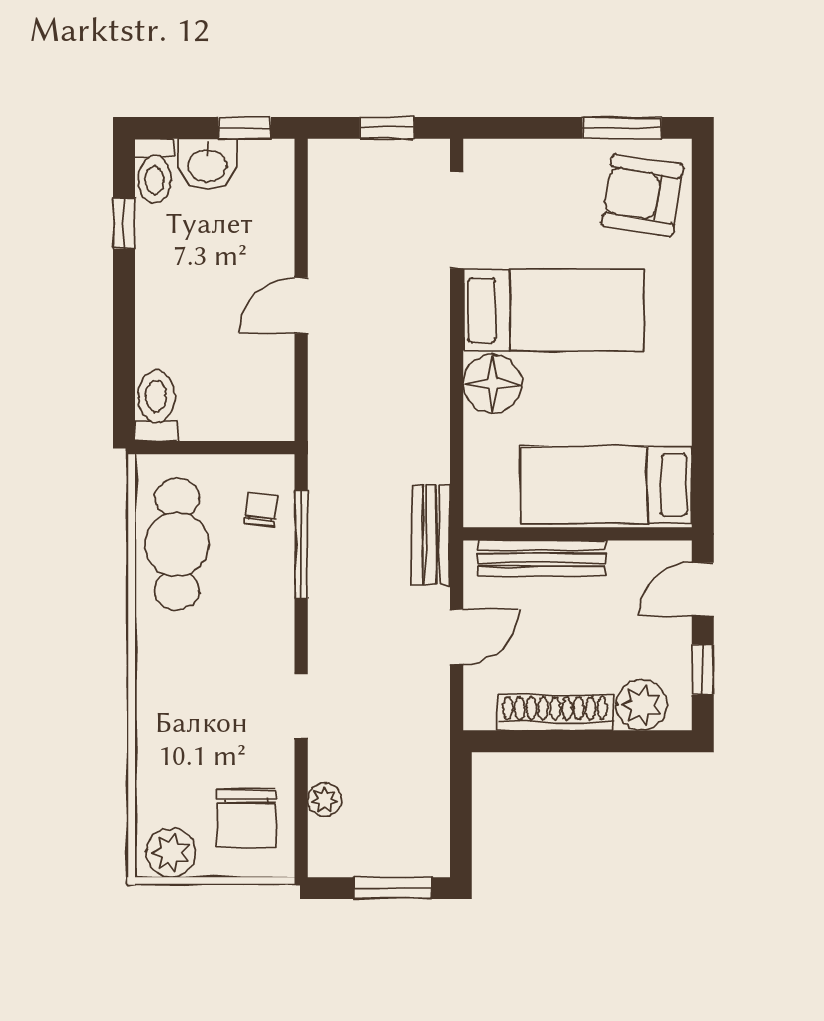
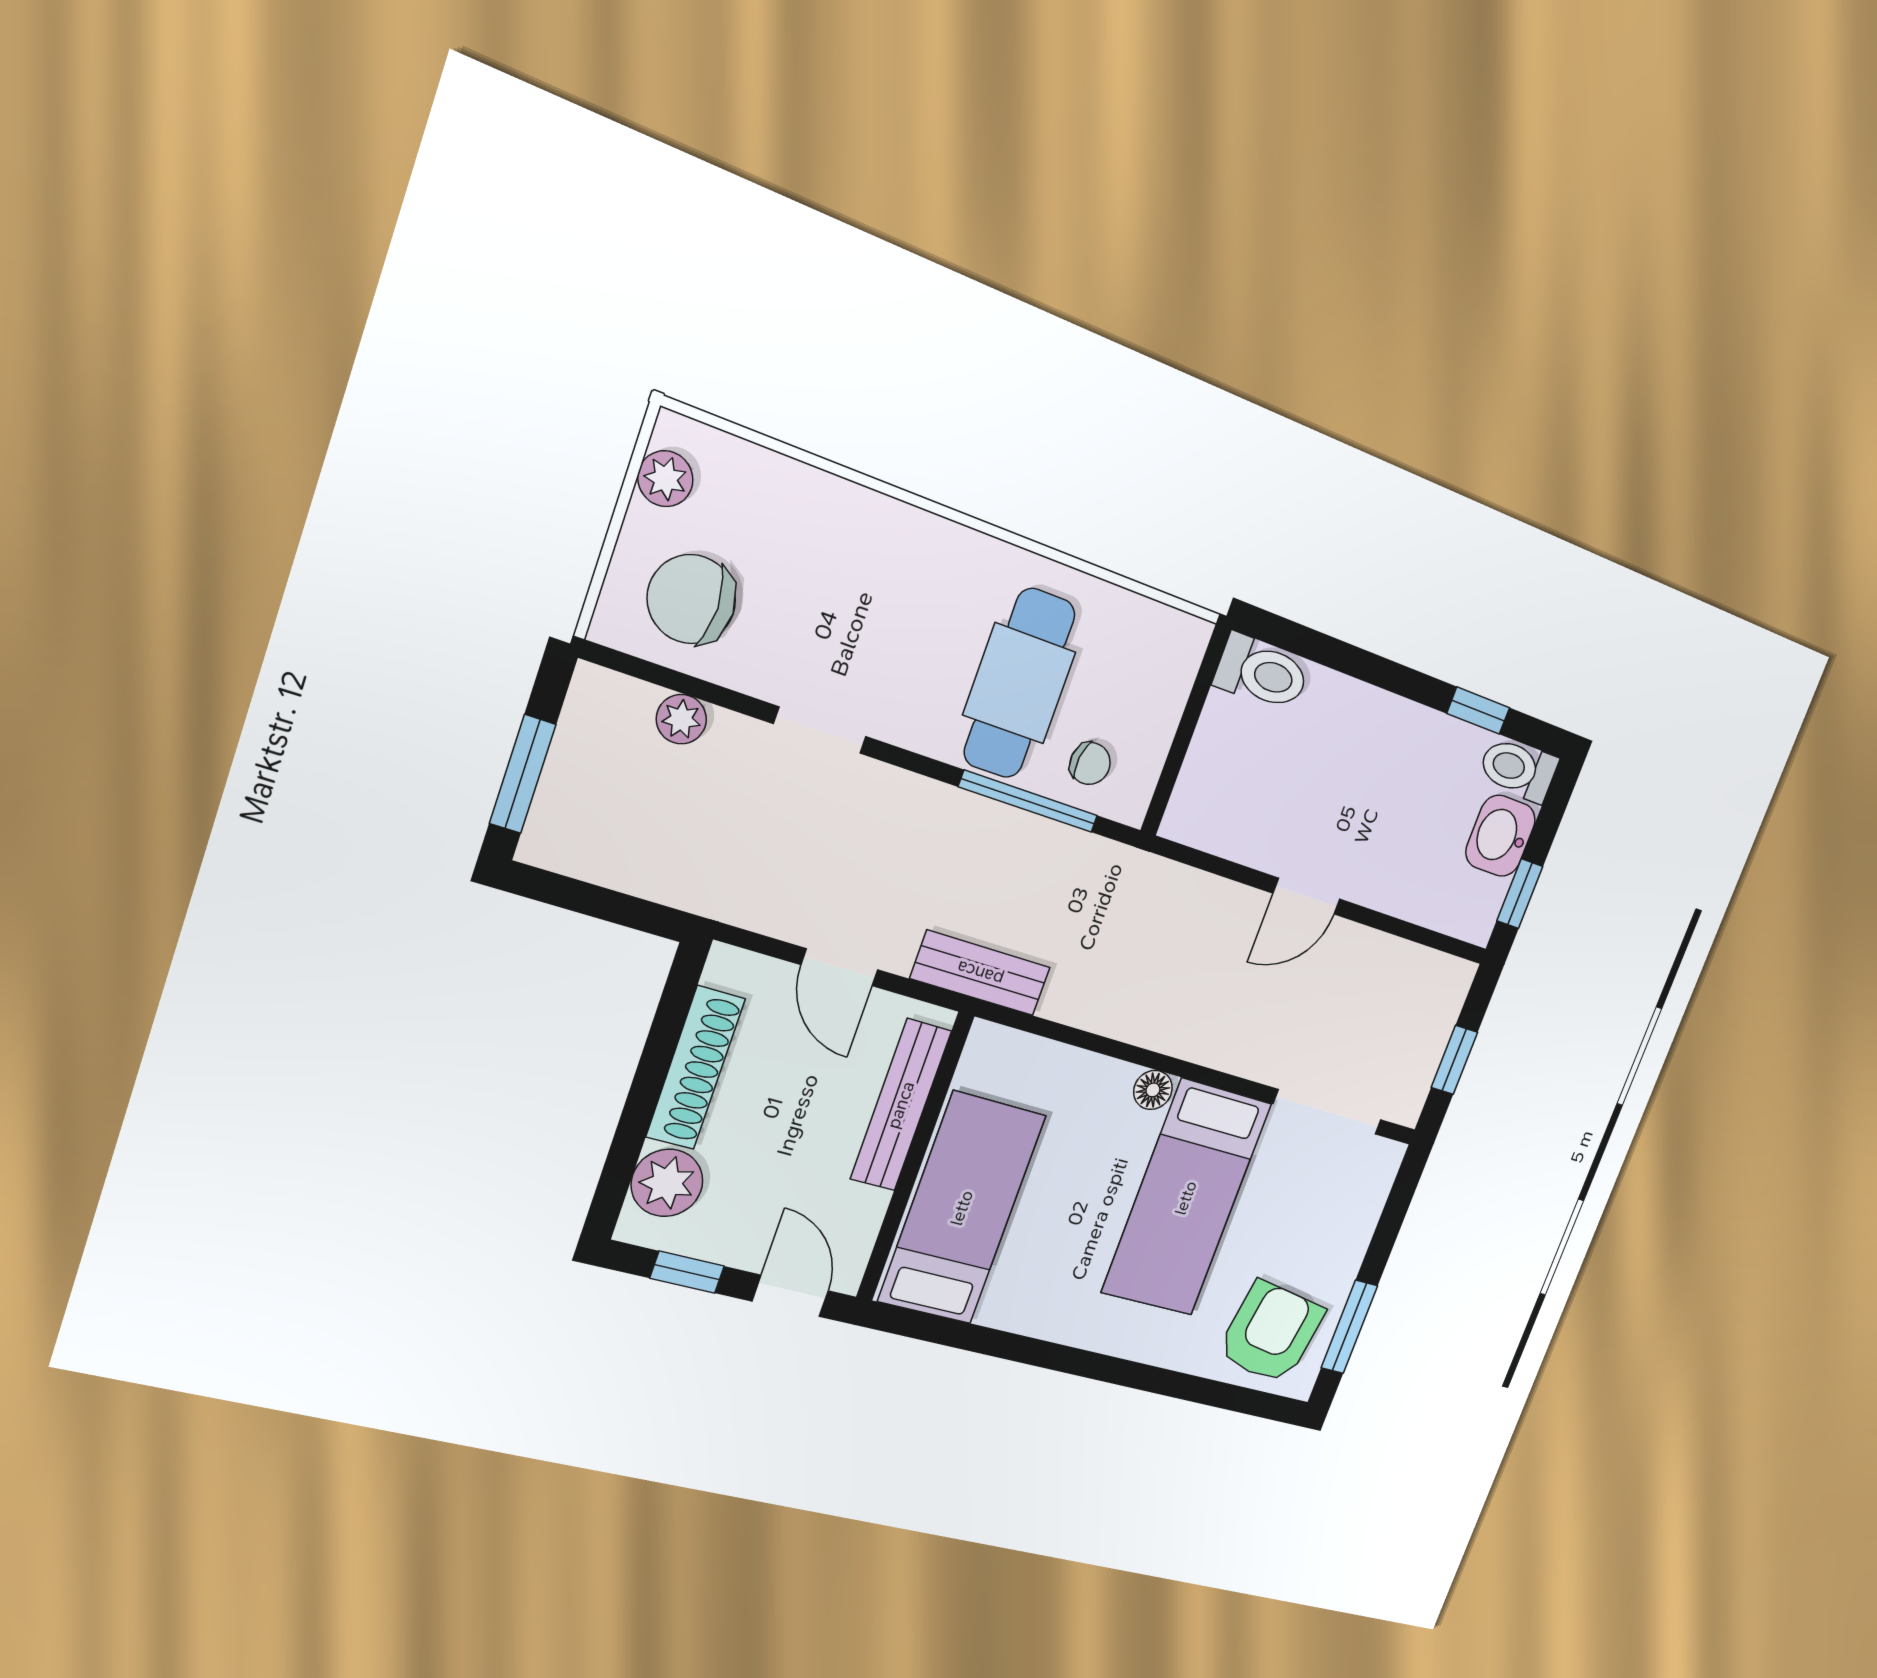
door: (301, 305) -> (1306, 896), swing flipped
floor lamp: (493, 384) -> (1153, 1090), width x0.53, depth x0.53
cafe table: (177, 544) -> (1019, 684), moved, turned 90
plant: (171, 853) -> (665, 479), width x0.73, depth x0.73

